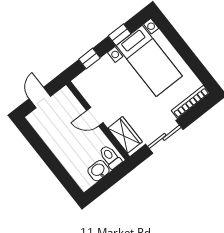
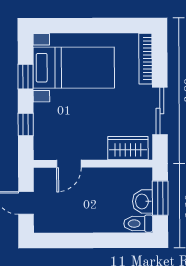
door: (95, 117) -> (69, 164), moved
toilet: (110, 157) -> (138, 224), moved
window: (109, 180) -> (160, 198), added

